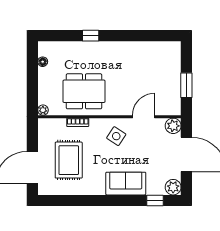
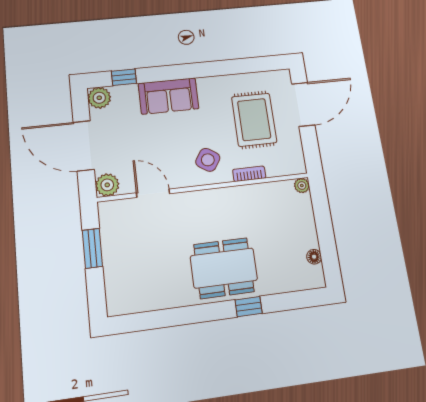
dining table: (84, 91) -> (224, 268), moved
door: (144, 117) -> (153, 193), swing flipped
side table: (116, 136) -> (208, 160), moved

